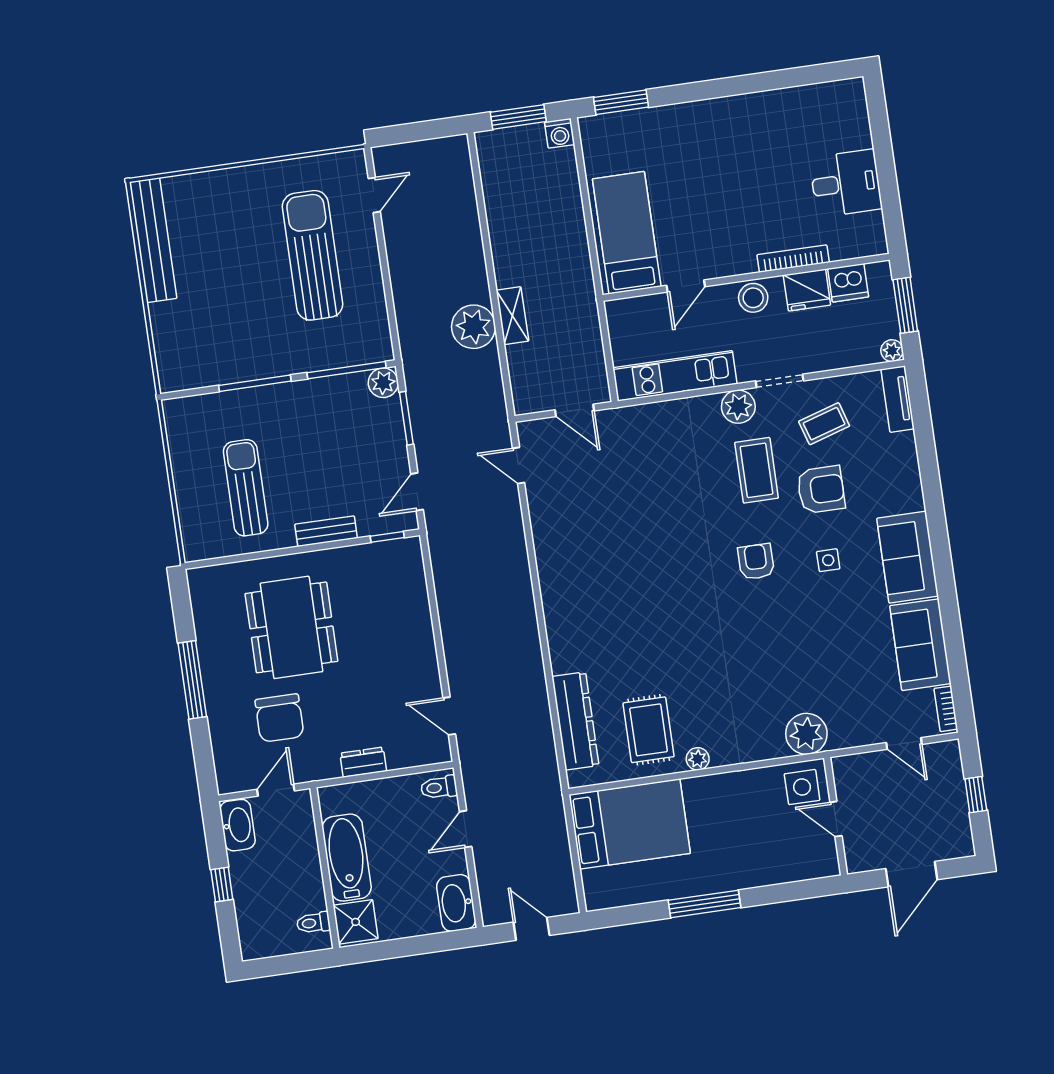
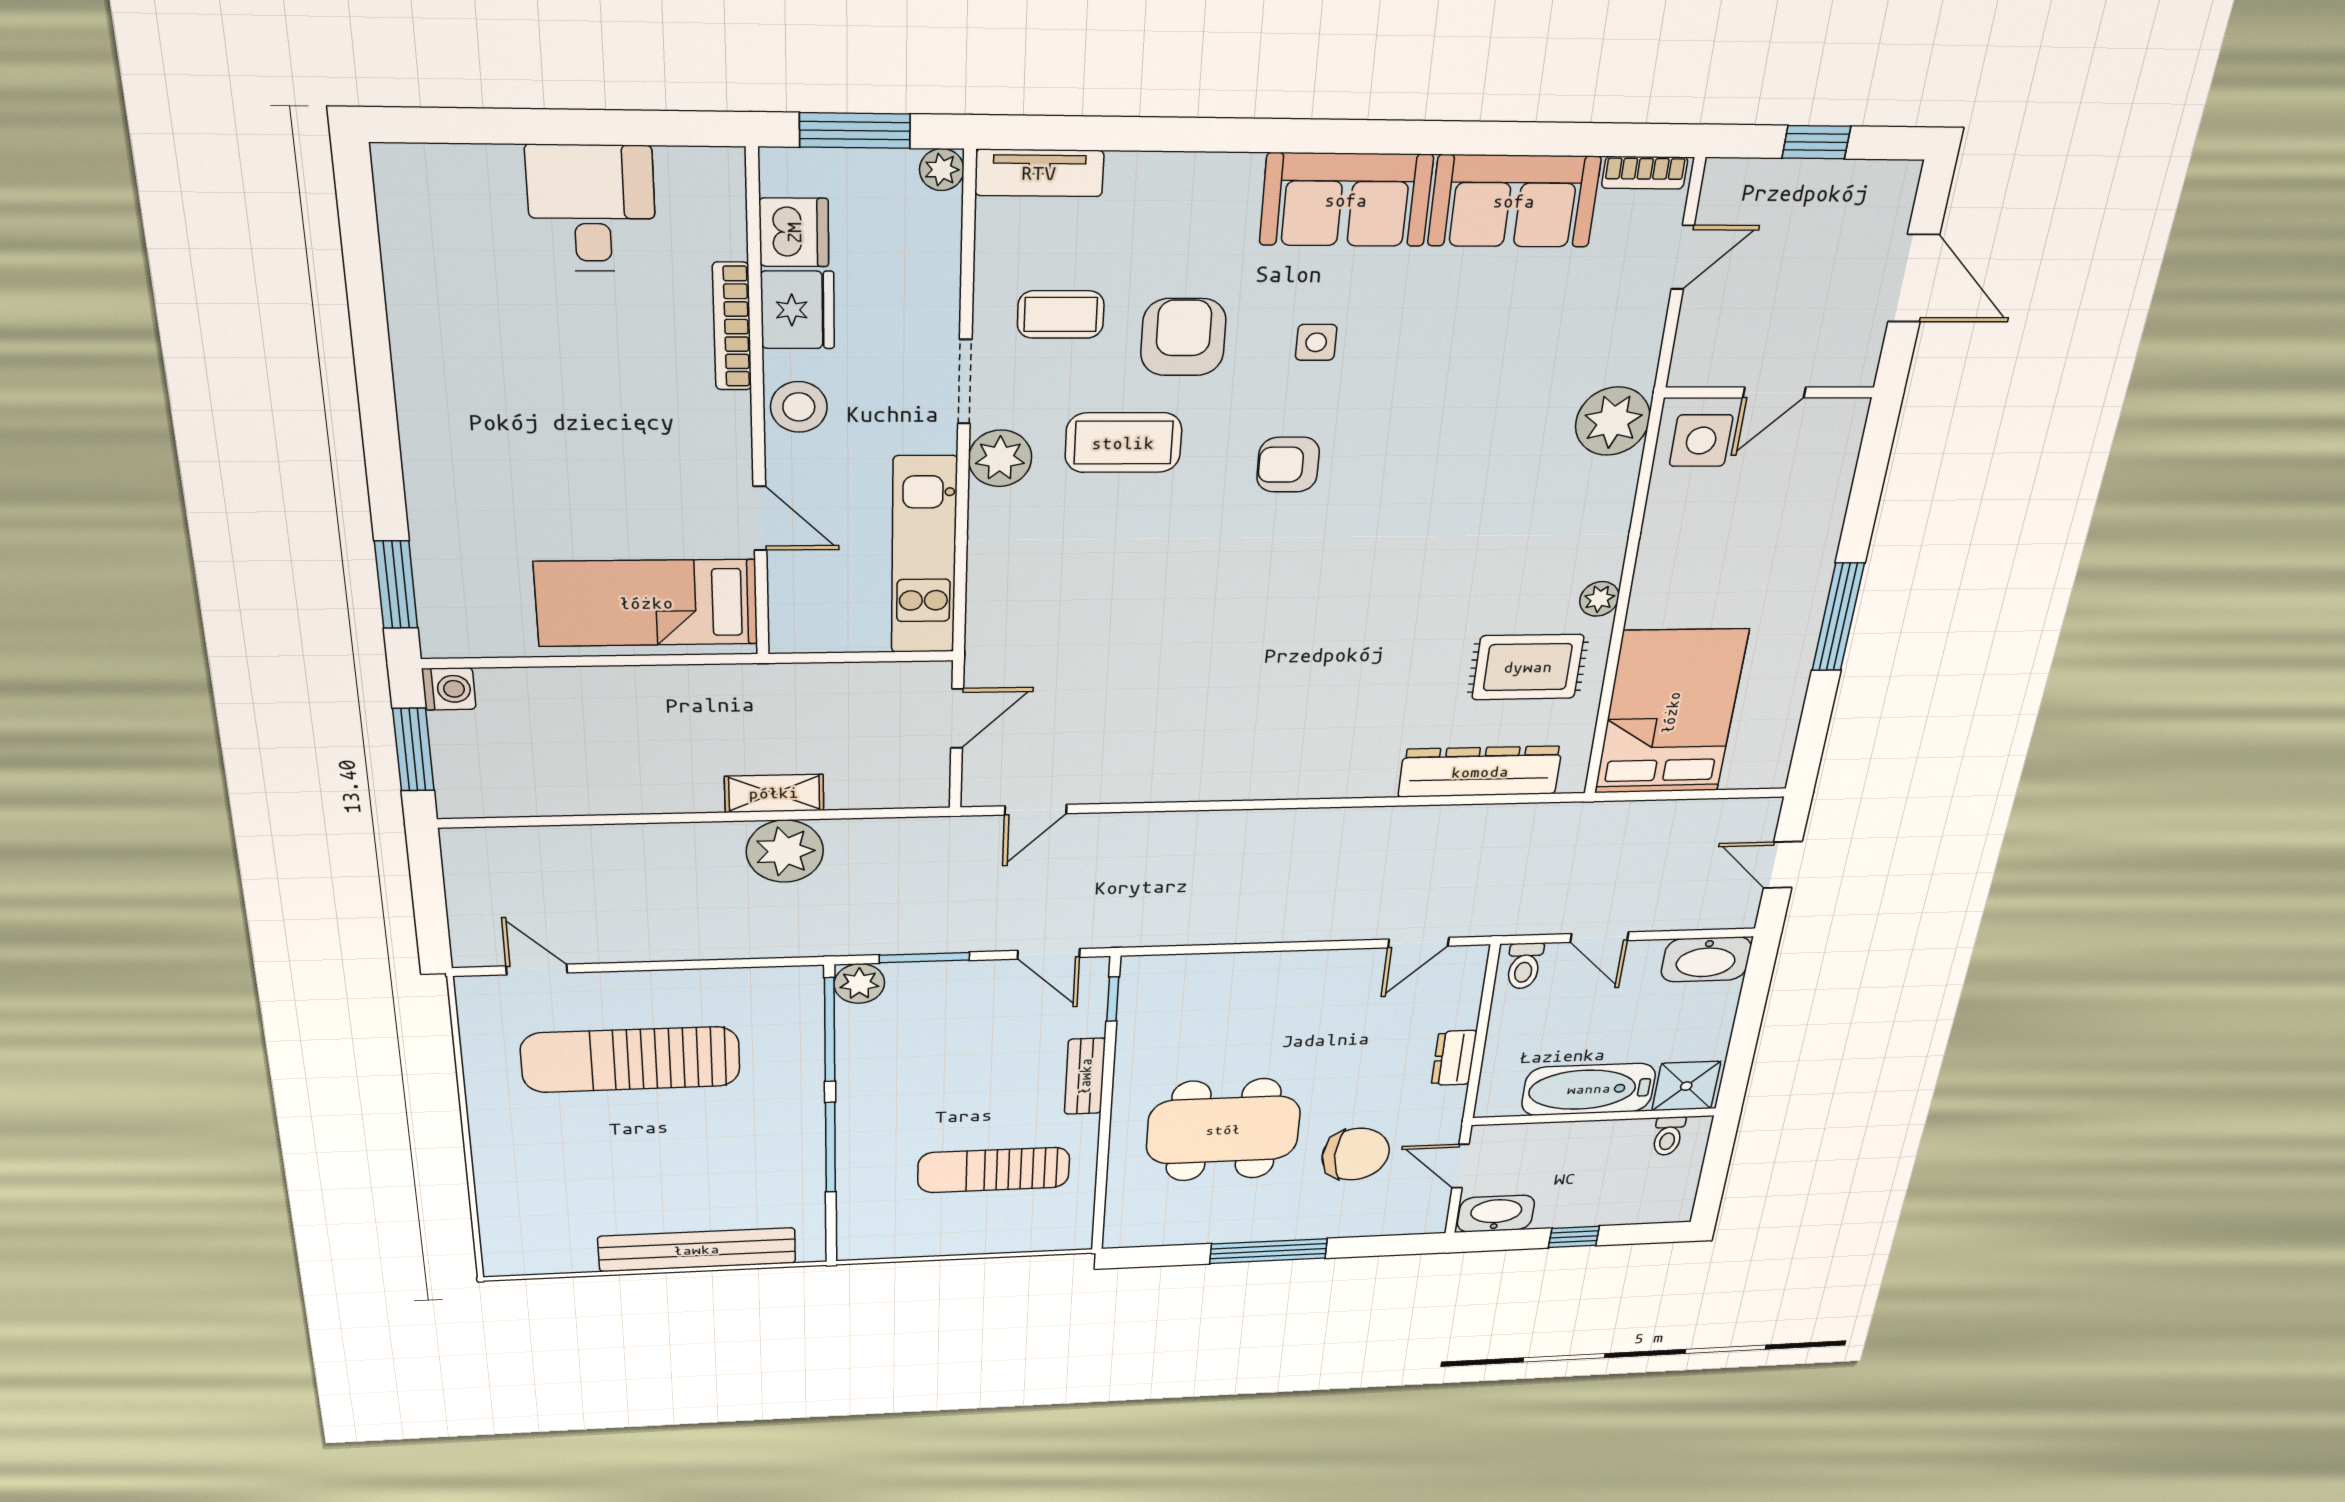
bench: (153, 240) -> (697, 1250), moved
coffee table: (824, 424) -> (1061, 314), turned -73
door: (531, 929) -> (1783, 865), hinge flipped

